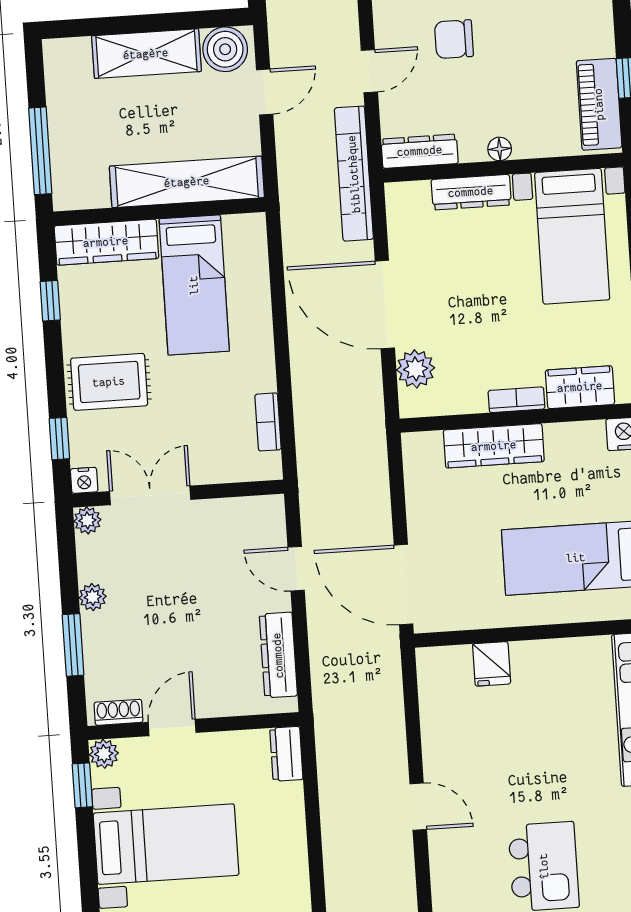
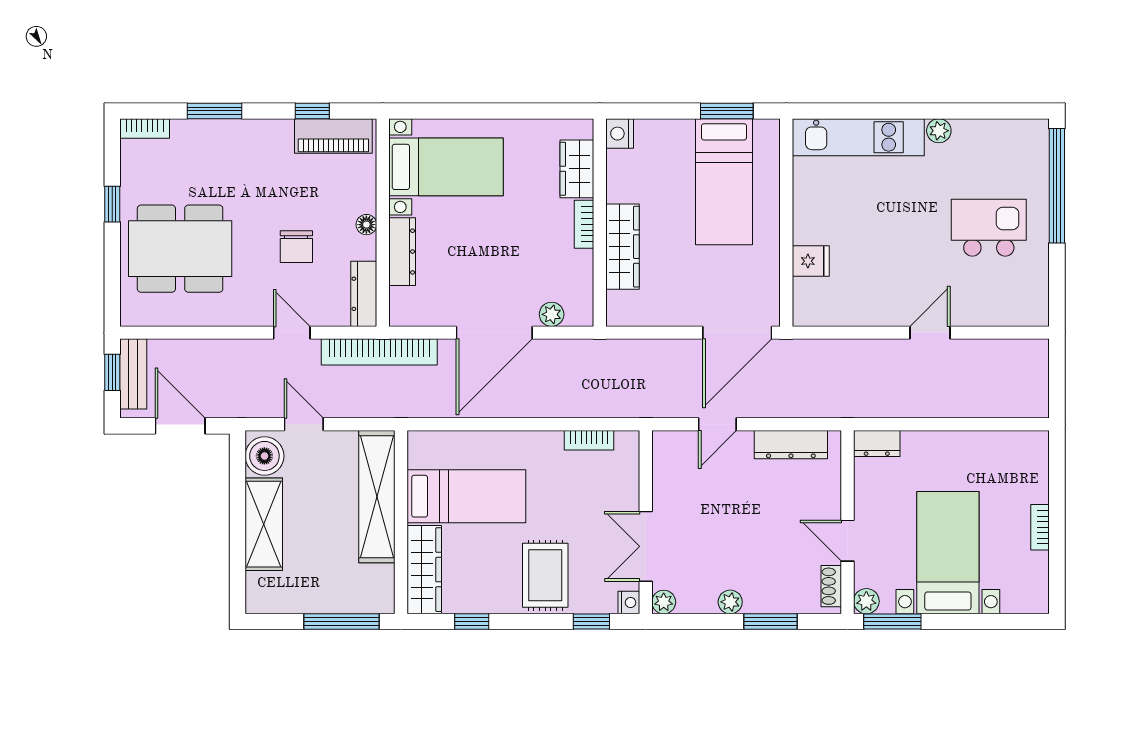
chair: (454, 39) -> (296, 247), moved
plant: (416, 369) -> (552, 314), width x0.73, depth x0.73
window: (82, 785) -> (892, 622), width x1.50

